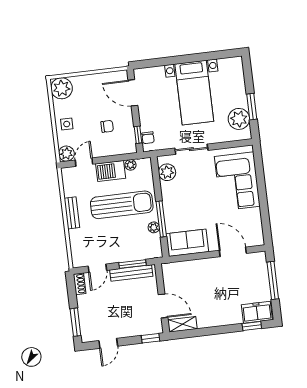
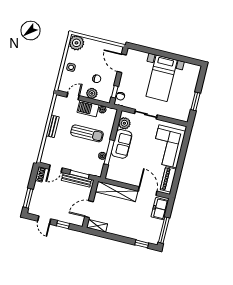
plant: (239, 119) -> (184, 106), removed
plant: (66, 154) -> (92, 93), moved
sun lounger: (122, 205) -> (87, 133), width x0.73, depth x0.75
piano: (255, 226) -> (168, 179), added
sofa: (187, 243) -> (122, 144), moved, turned 90
shelving: (191, 268) -> (117, 191), added
window: (273, 280) -> (164, 230), moved
door: (163, 306) -> (89, 209), swing flipped
freezer: (257, 312) -> (160, 209), moved, turned -90
window: (150, 338) -> (63, 225), moved
door: (108, 343) -> (44, 220), hinge flipped

